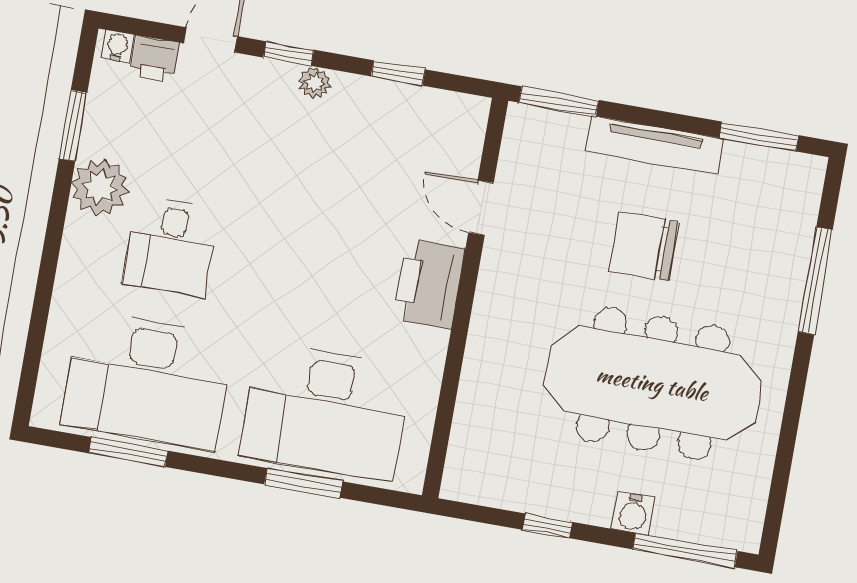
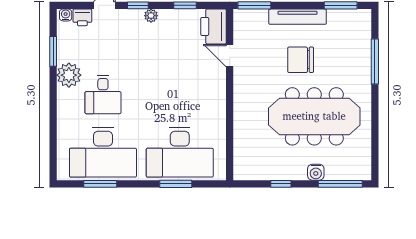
printer: (429, 284) -> (214, 26), moved

